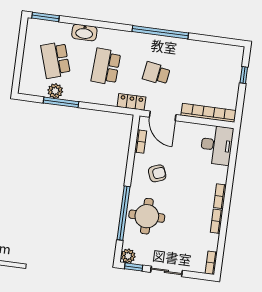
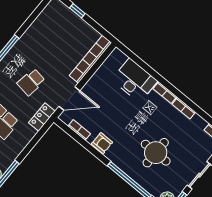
desk: (217, 145) -> (135, 80), moved
armchair: (157, 173) -> (102, 143), moved, turned 111
round table: (147, 216) -> (156, 153), moved

